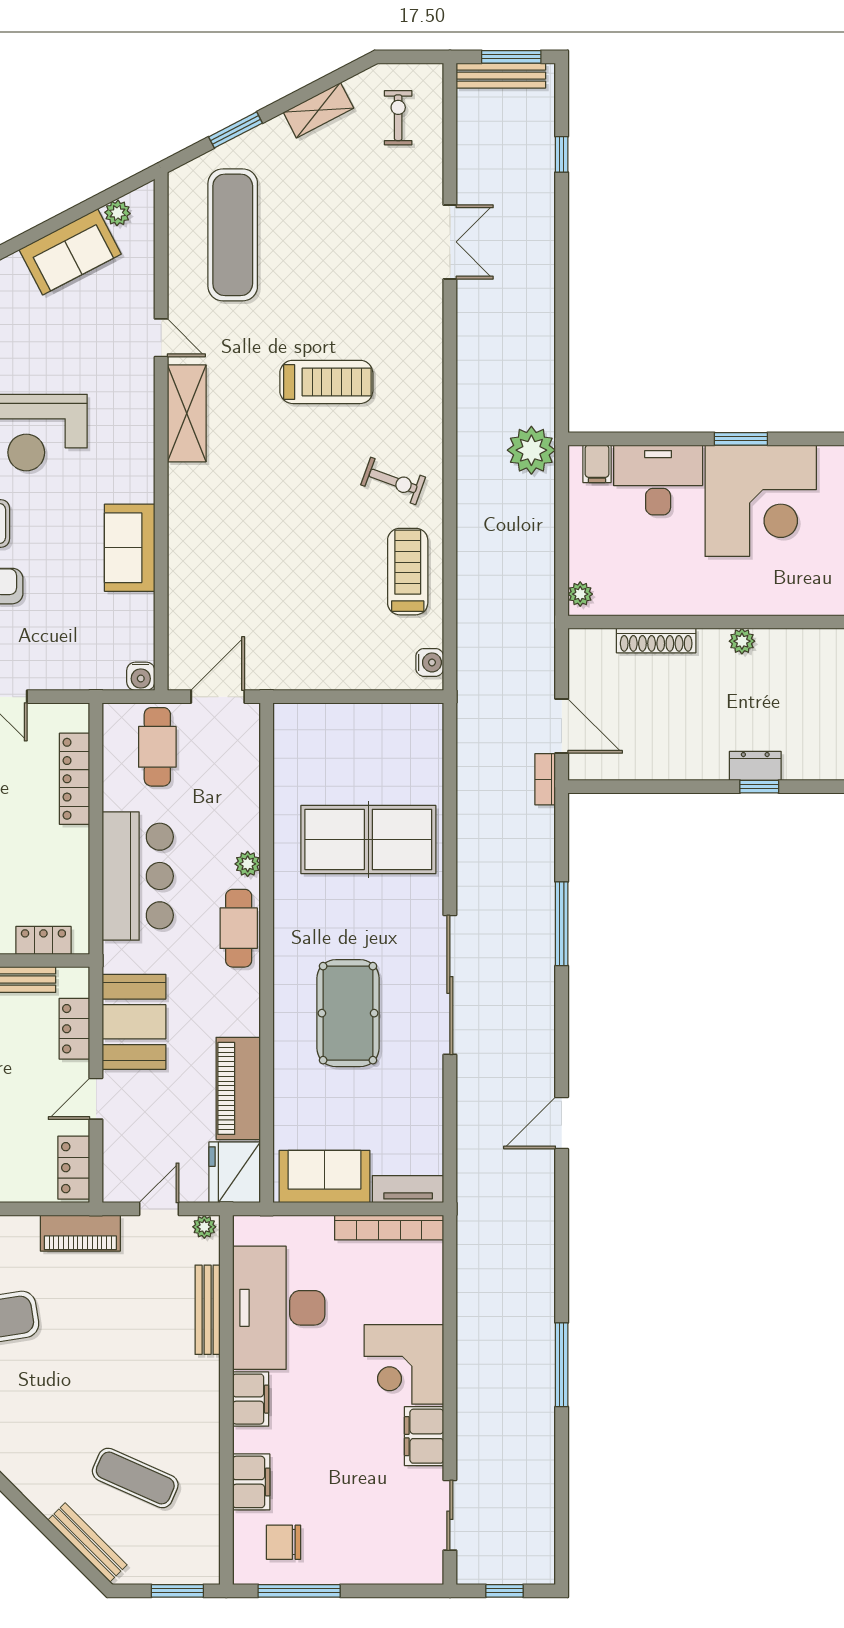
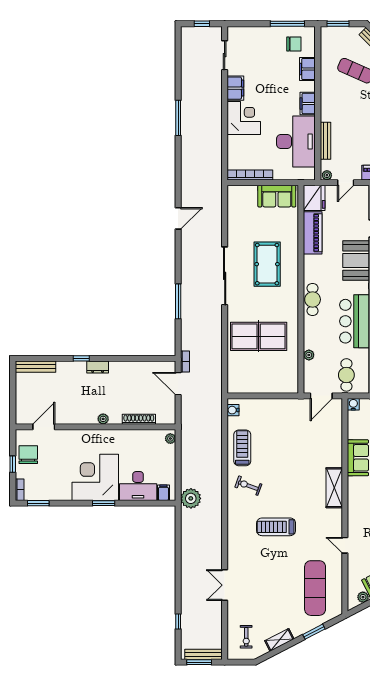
shelving: (187, 413) -> (334, 488), moved
treadmill: (408, 572) -> (242, 448), turned 180
window: (759, 787) -> (81, 358), moved
plant: (248, 864) -> (309, 355), moved
tv unit: (408, 1189) -> (242, 191), removed

